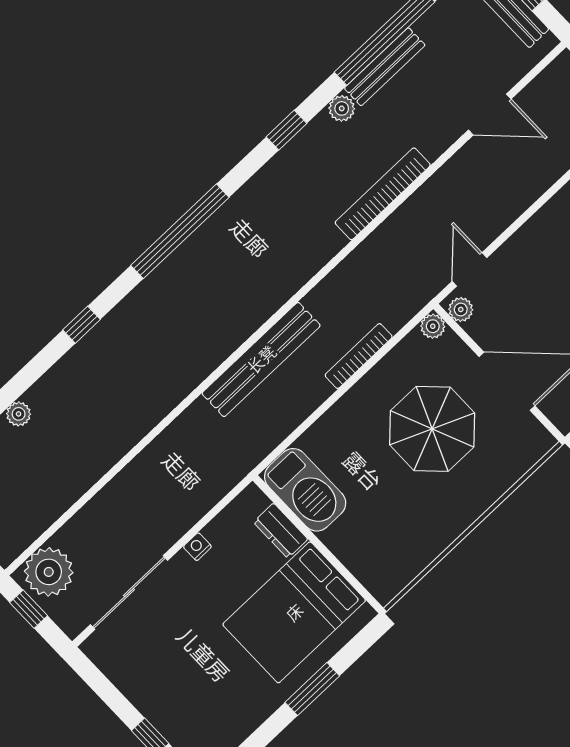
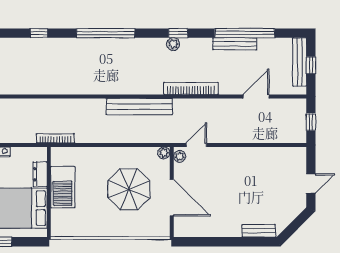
plant: (342, 108) -> (173, 44), moved
door: (490, 114) -> (256, 96), swing flipped
bookcase: (359, 356) -> (55, 138), moved
bench: (261, 359) -> (139, 106), moved
barbecue: (305, 490) -> (63, 187), moved

